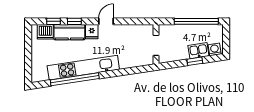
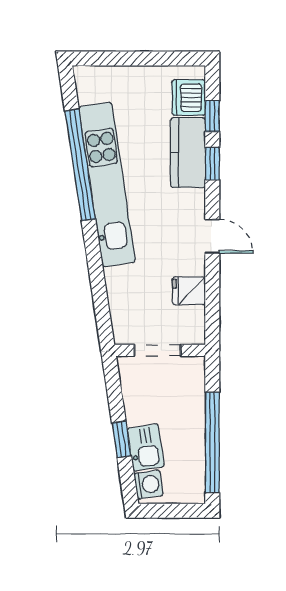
fridge: (92, 32) -> (189, 291), moved

